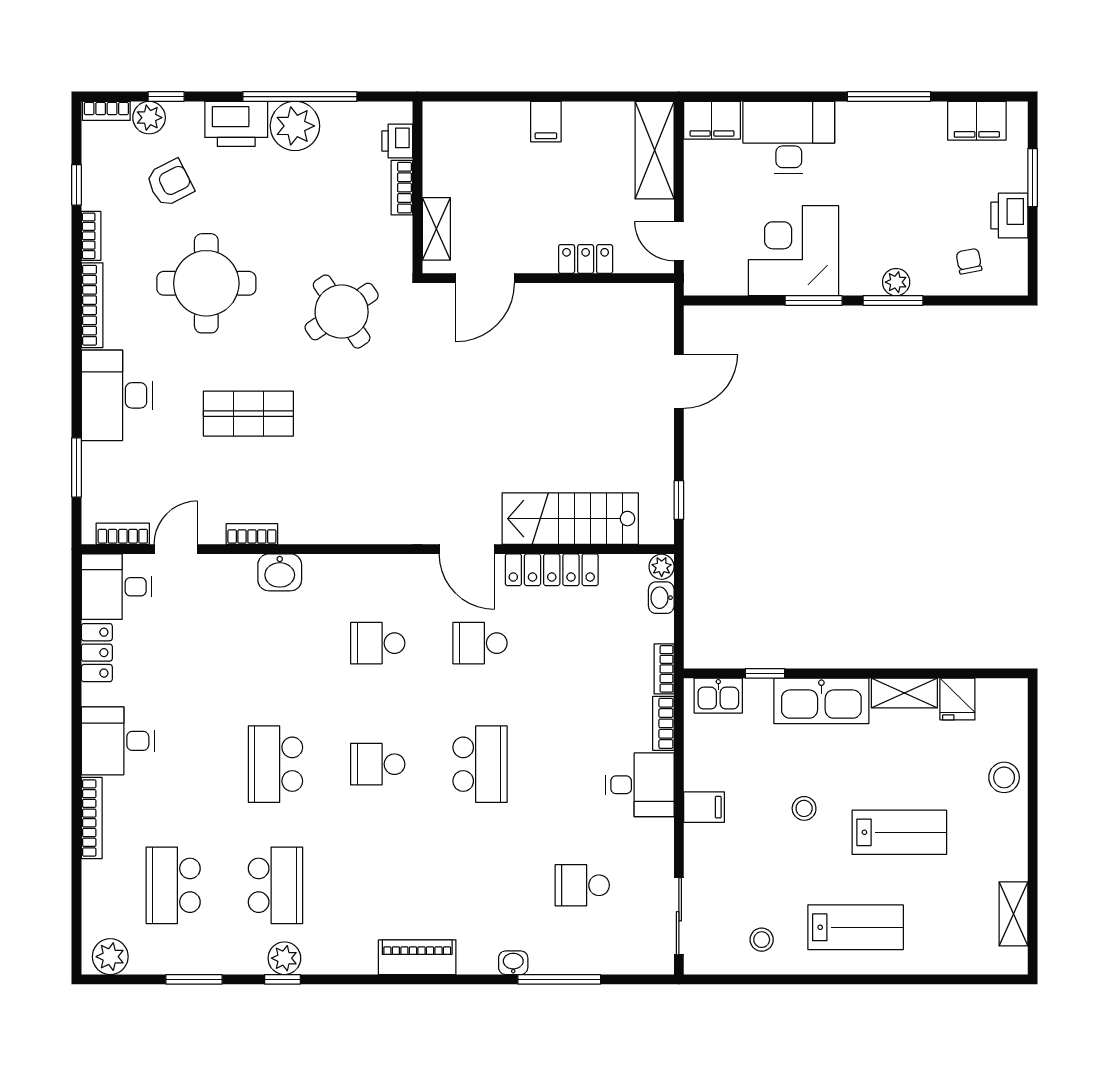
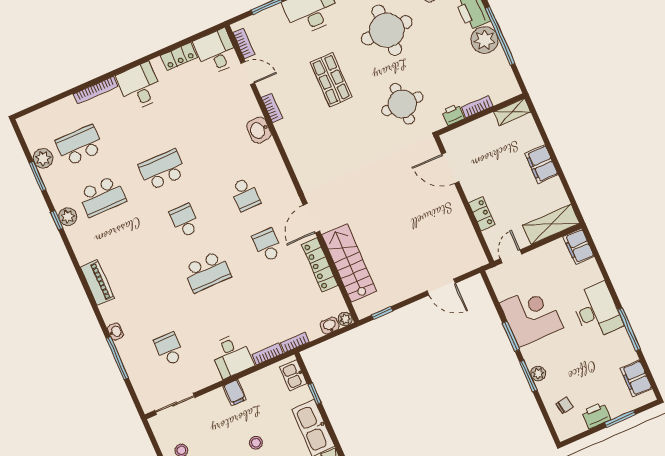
filing cabinet: (546, 122) -> (542, 164), width x2.00
desk: (789, 137) -> (597, 311), moved
printer: (397, 141) -> (453, 115), moved
shelving: (436, 229) -> (512, 112), moved
round table: (342, 312) -> (402, 104), turned 34
school desk: (378, 643) -> (245, 194), turned 180
plant: (110, 957) -> (43, 158), moved

